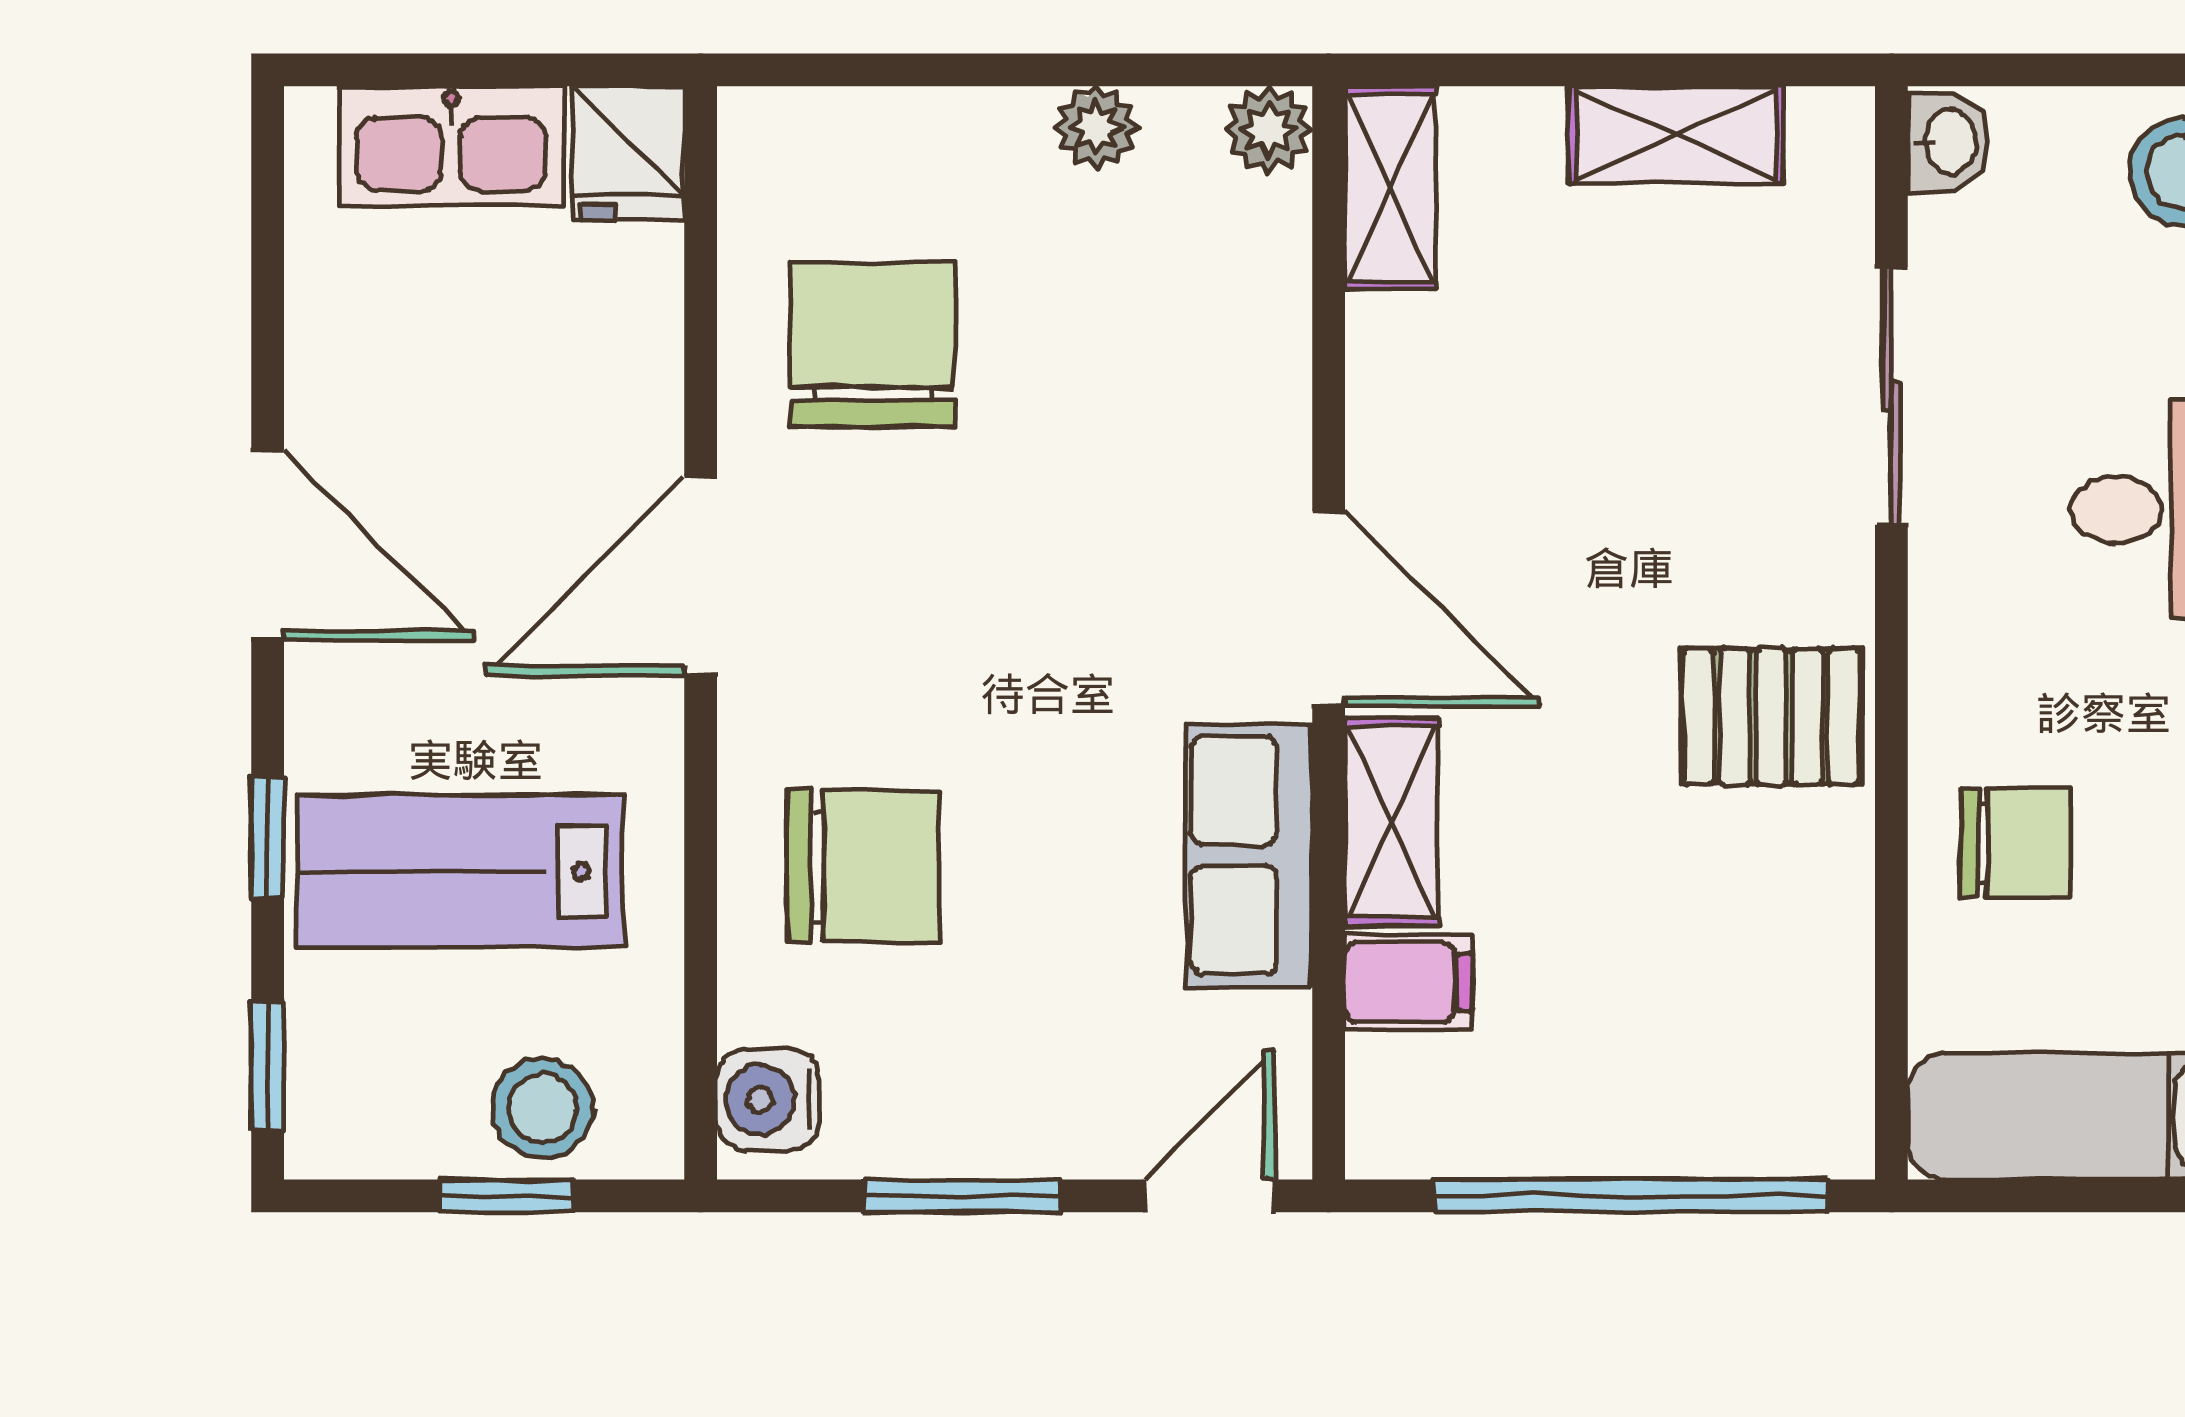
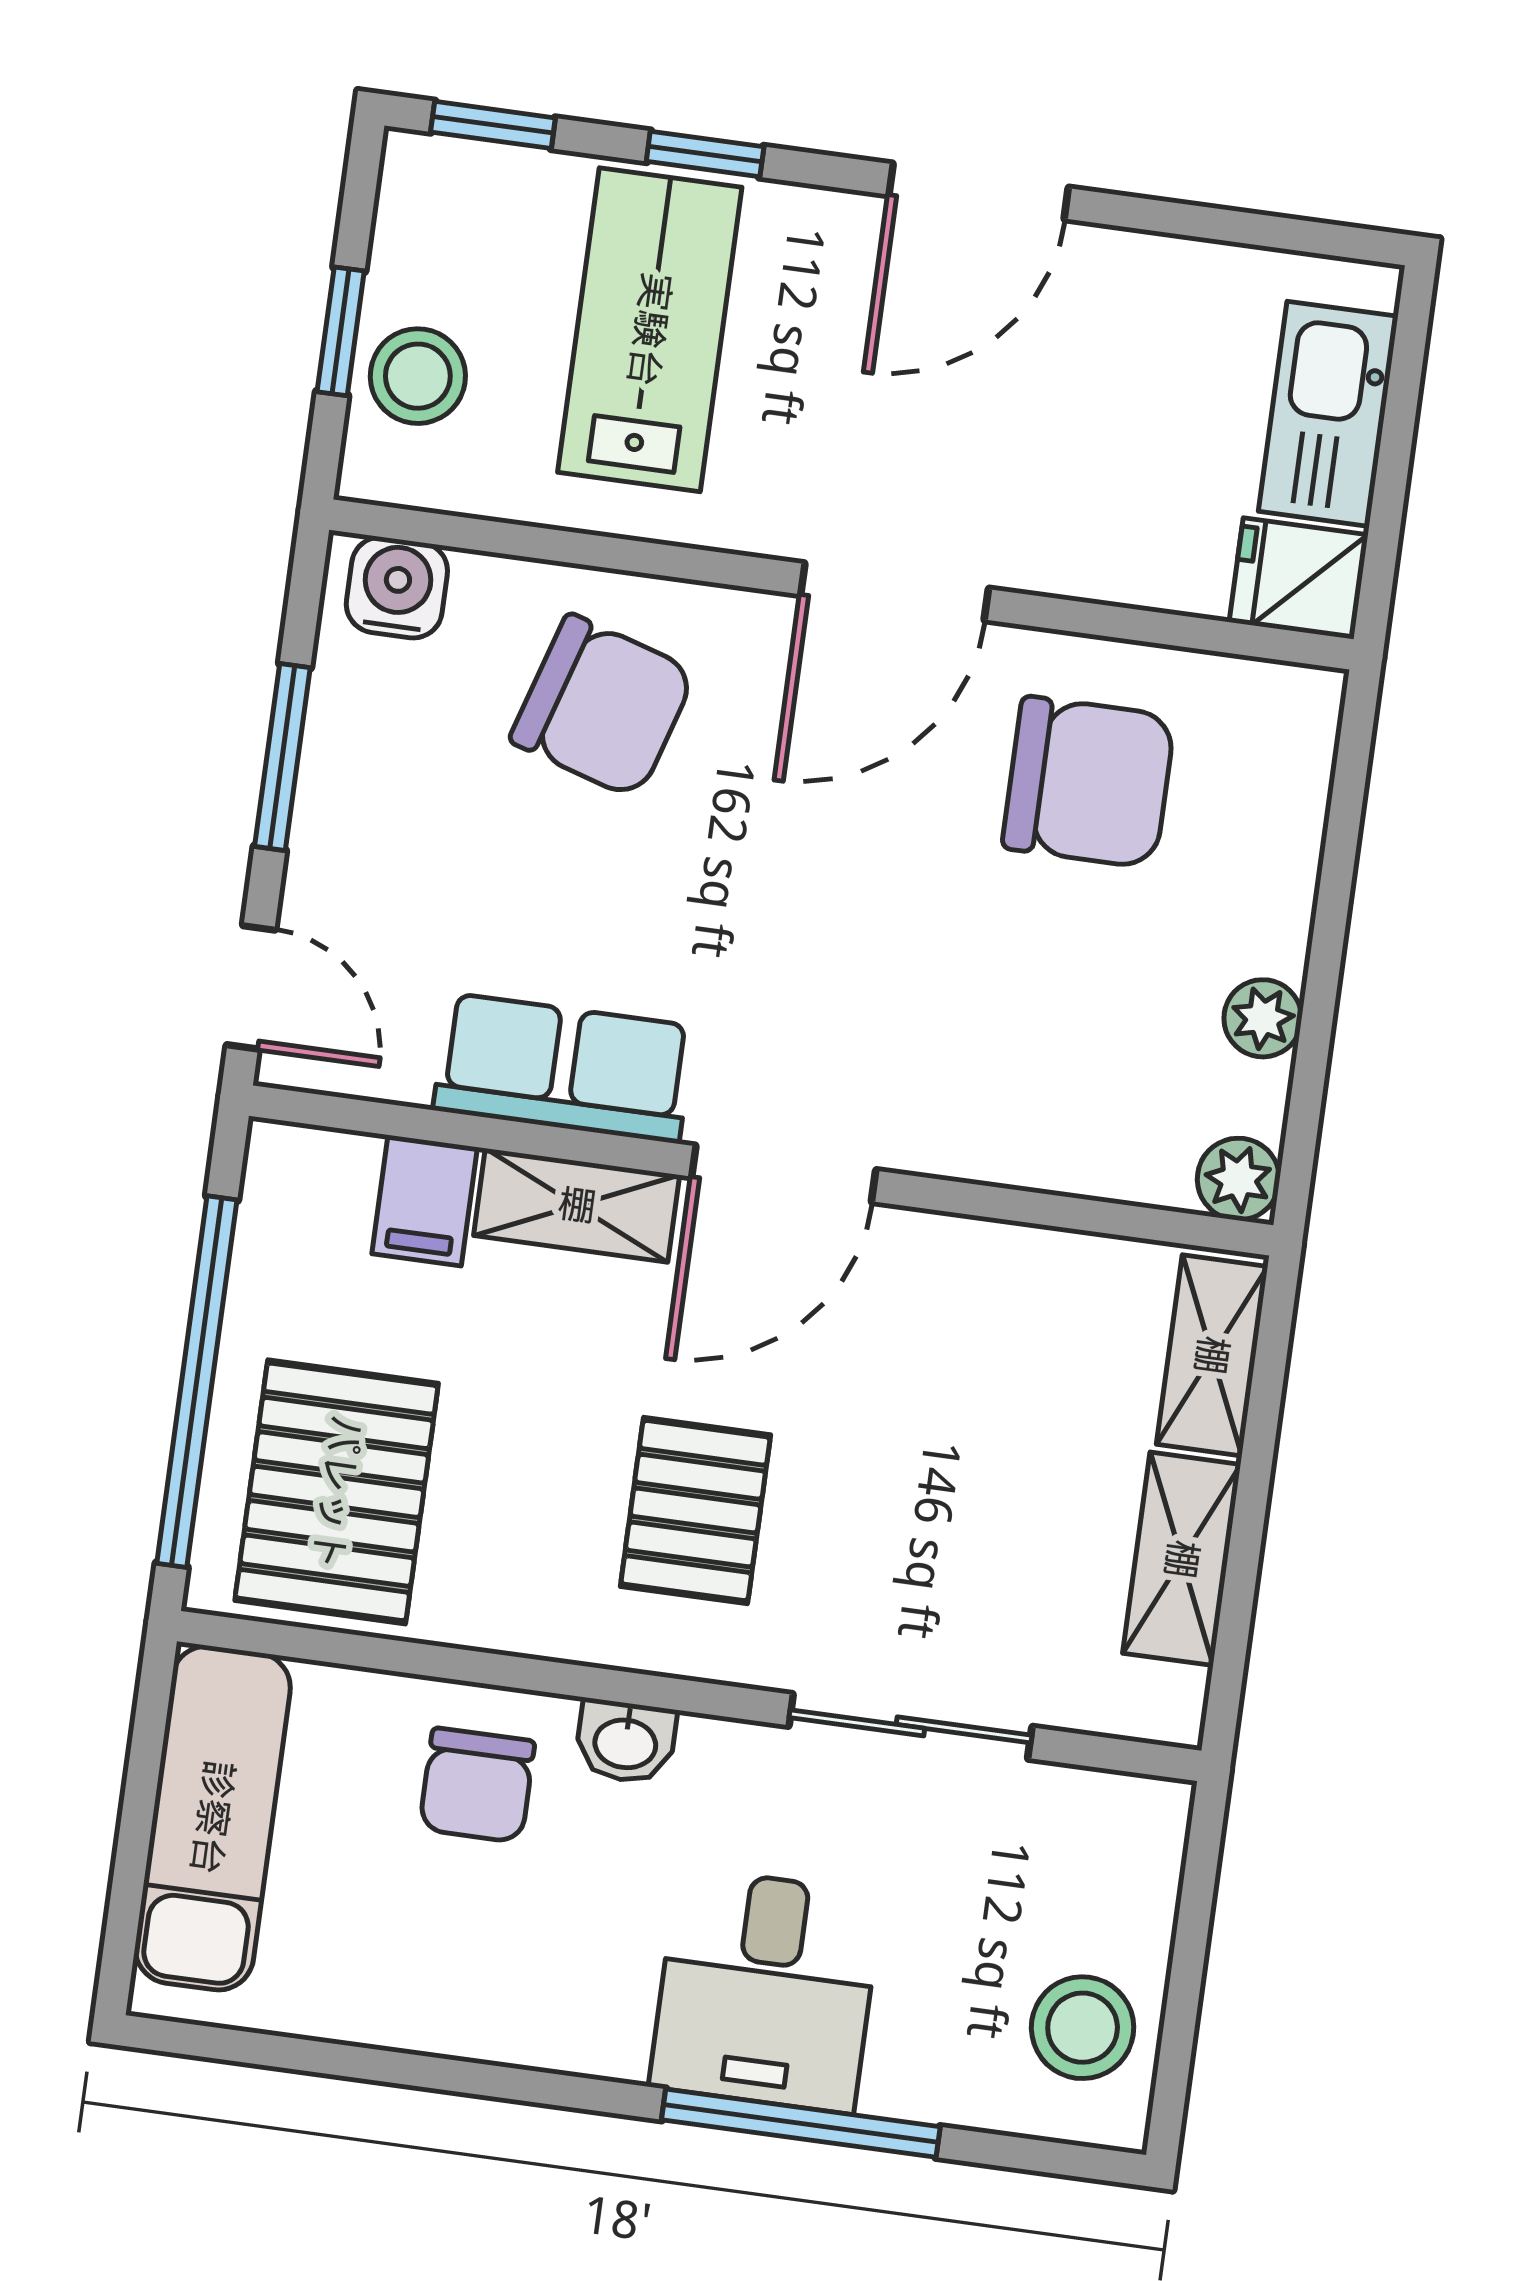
washbasin: (1948, 142) -> (626, 1742), moved
shelving: (1391, 188) -> (1212, 1355), moved, turned 90
door: (701, 576) -> (894, 592), swing flipped
pallet: (1771, 716) -> (695, 1511), moved
chair: (863, 866) -> (603, 706), turned -73
pallet: (1727, 1033) -> (337, 1492), added

